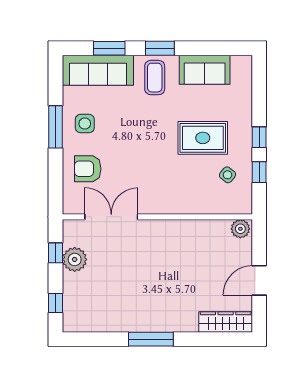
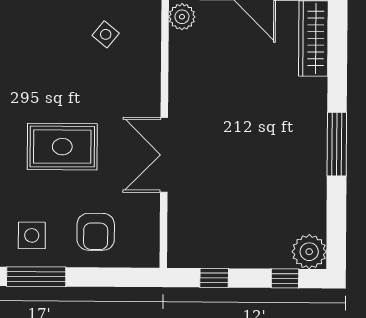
rug: (203, 138) -> (62, 147), moved, turned 90
double door: (111, 217) -> (164, 155), moved
plant: (75, 259) -> (309, 252), moved

